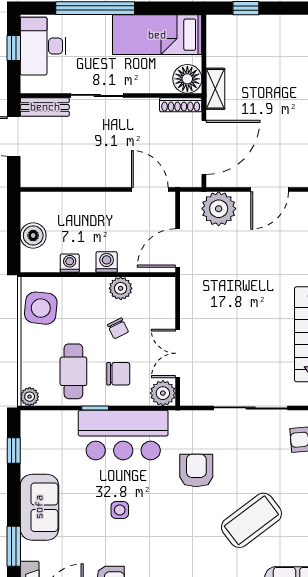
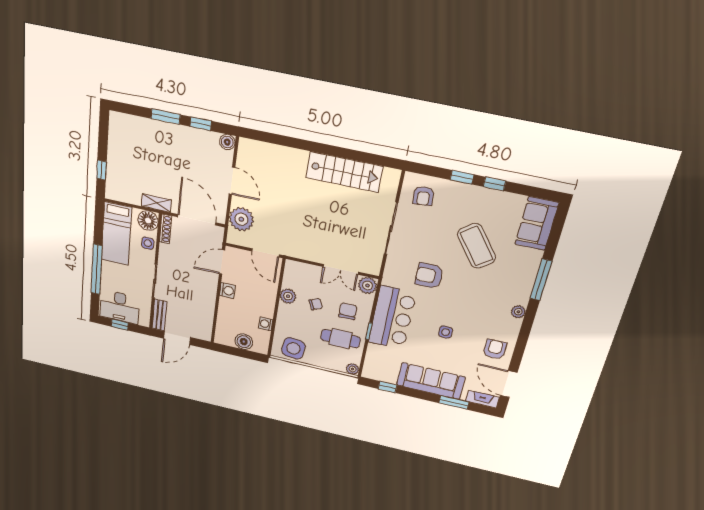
side table: (153, 81) -> (148, 243), added
washing machine: (107, 262) -> (227, 290), moved, turned 180
sofa: (39, 507) -> (431, 381), width x1.36

